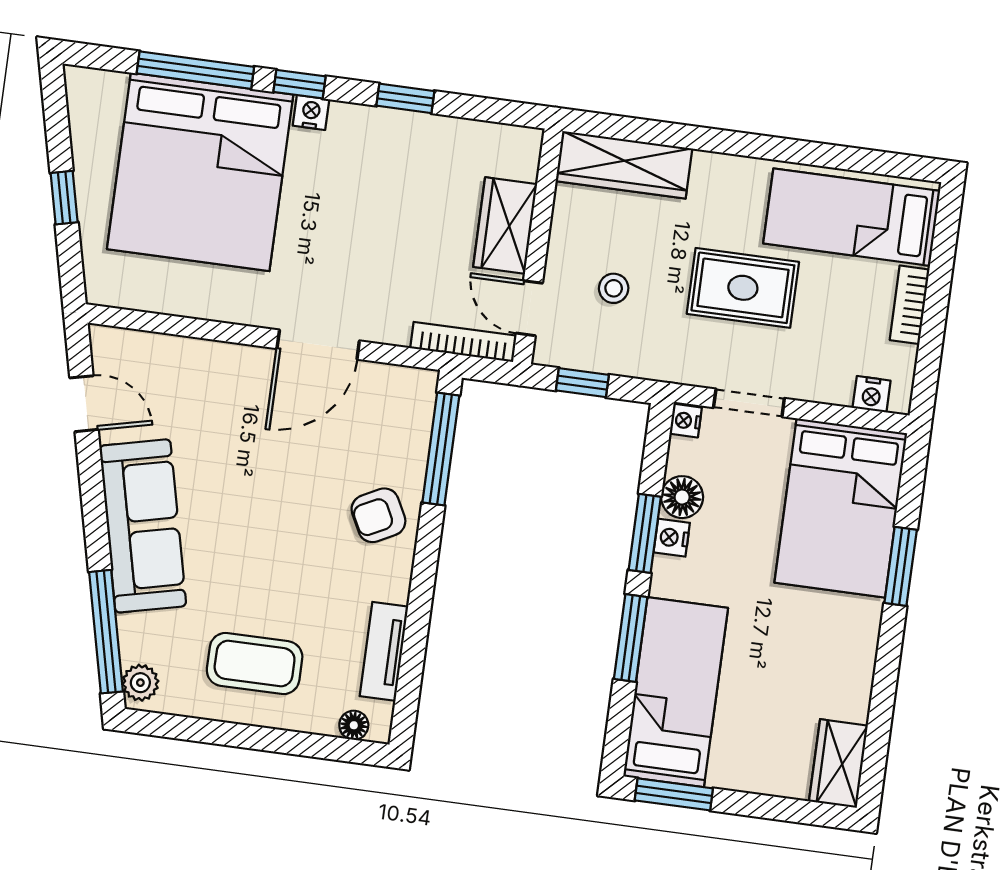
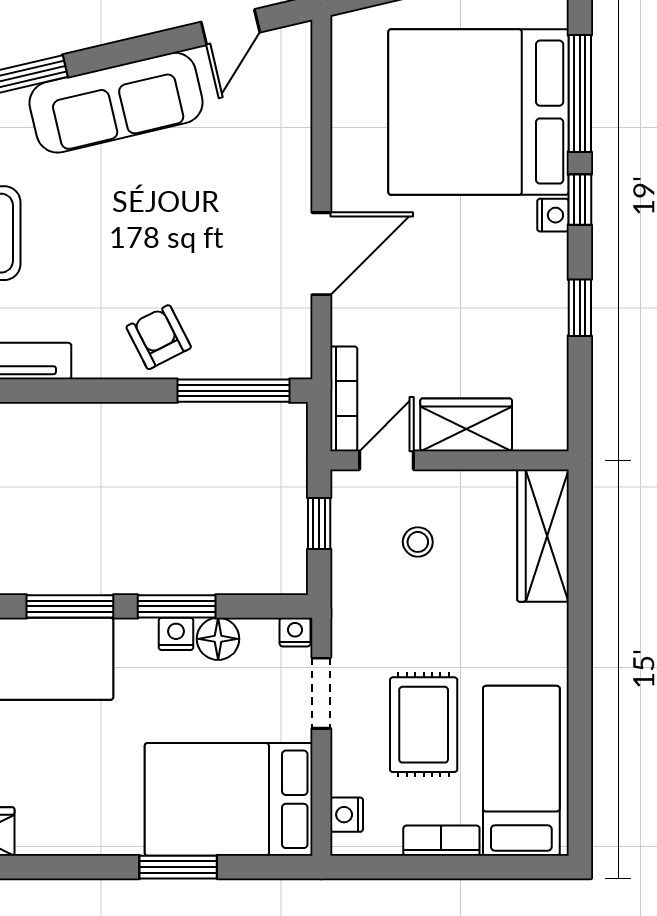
rug: (743, 288) -> (424, 725), moved
door: (318, 345) -> (321, 254), swing flipped

